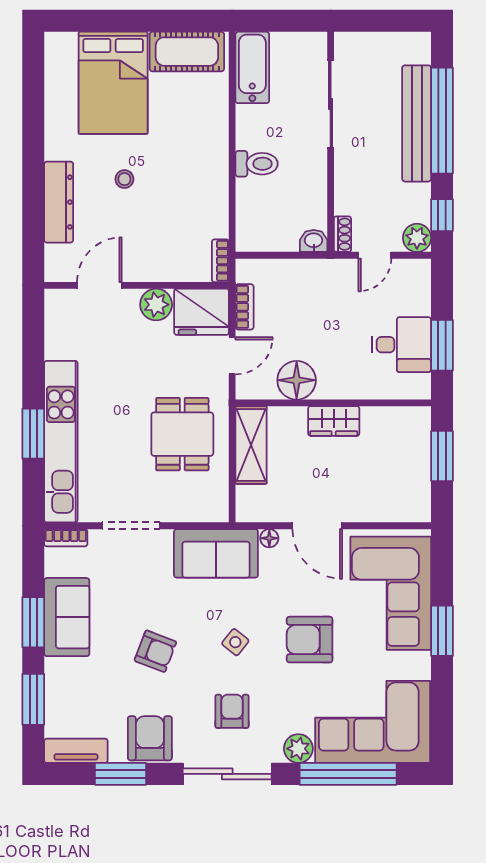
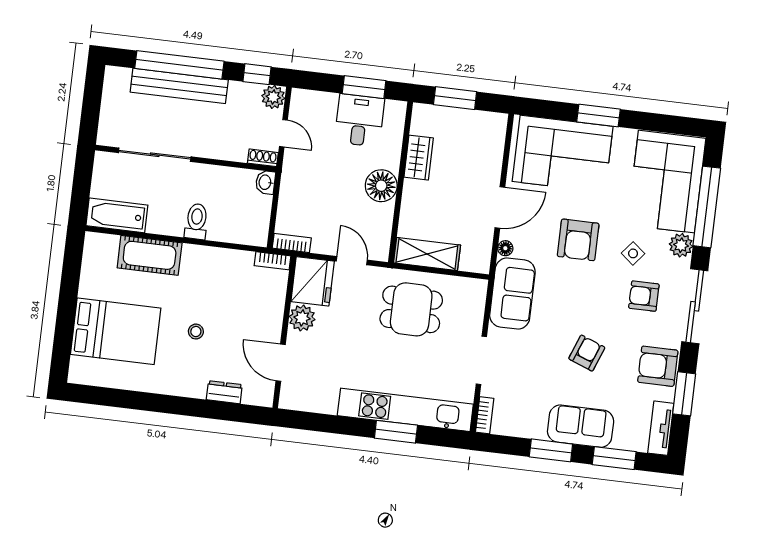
cot: (187, 52) -> (150, 255), moved, turned 90
dresser: (59, 202) -> (224, 392), width x0.51, depth x0.80
bookcase: (245, 307) -> (292, 243), moved
floor lamp: (297, 380) -> (381, 186), moved
wardrobe: (334, 421) -> (419, 158), moved
sofa: (67, 617) -> (581, 426), moved
armchair: (310, 640) -> (578, 240), moved
side table: (235, 642) -> (633, 253), moved

